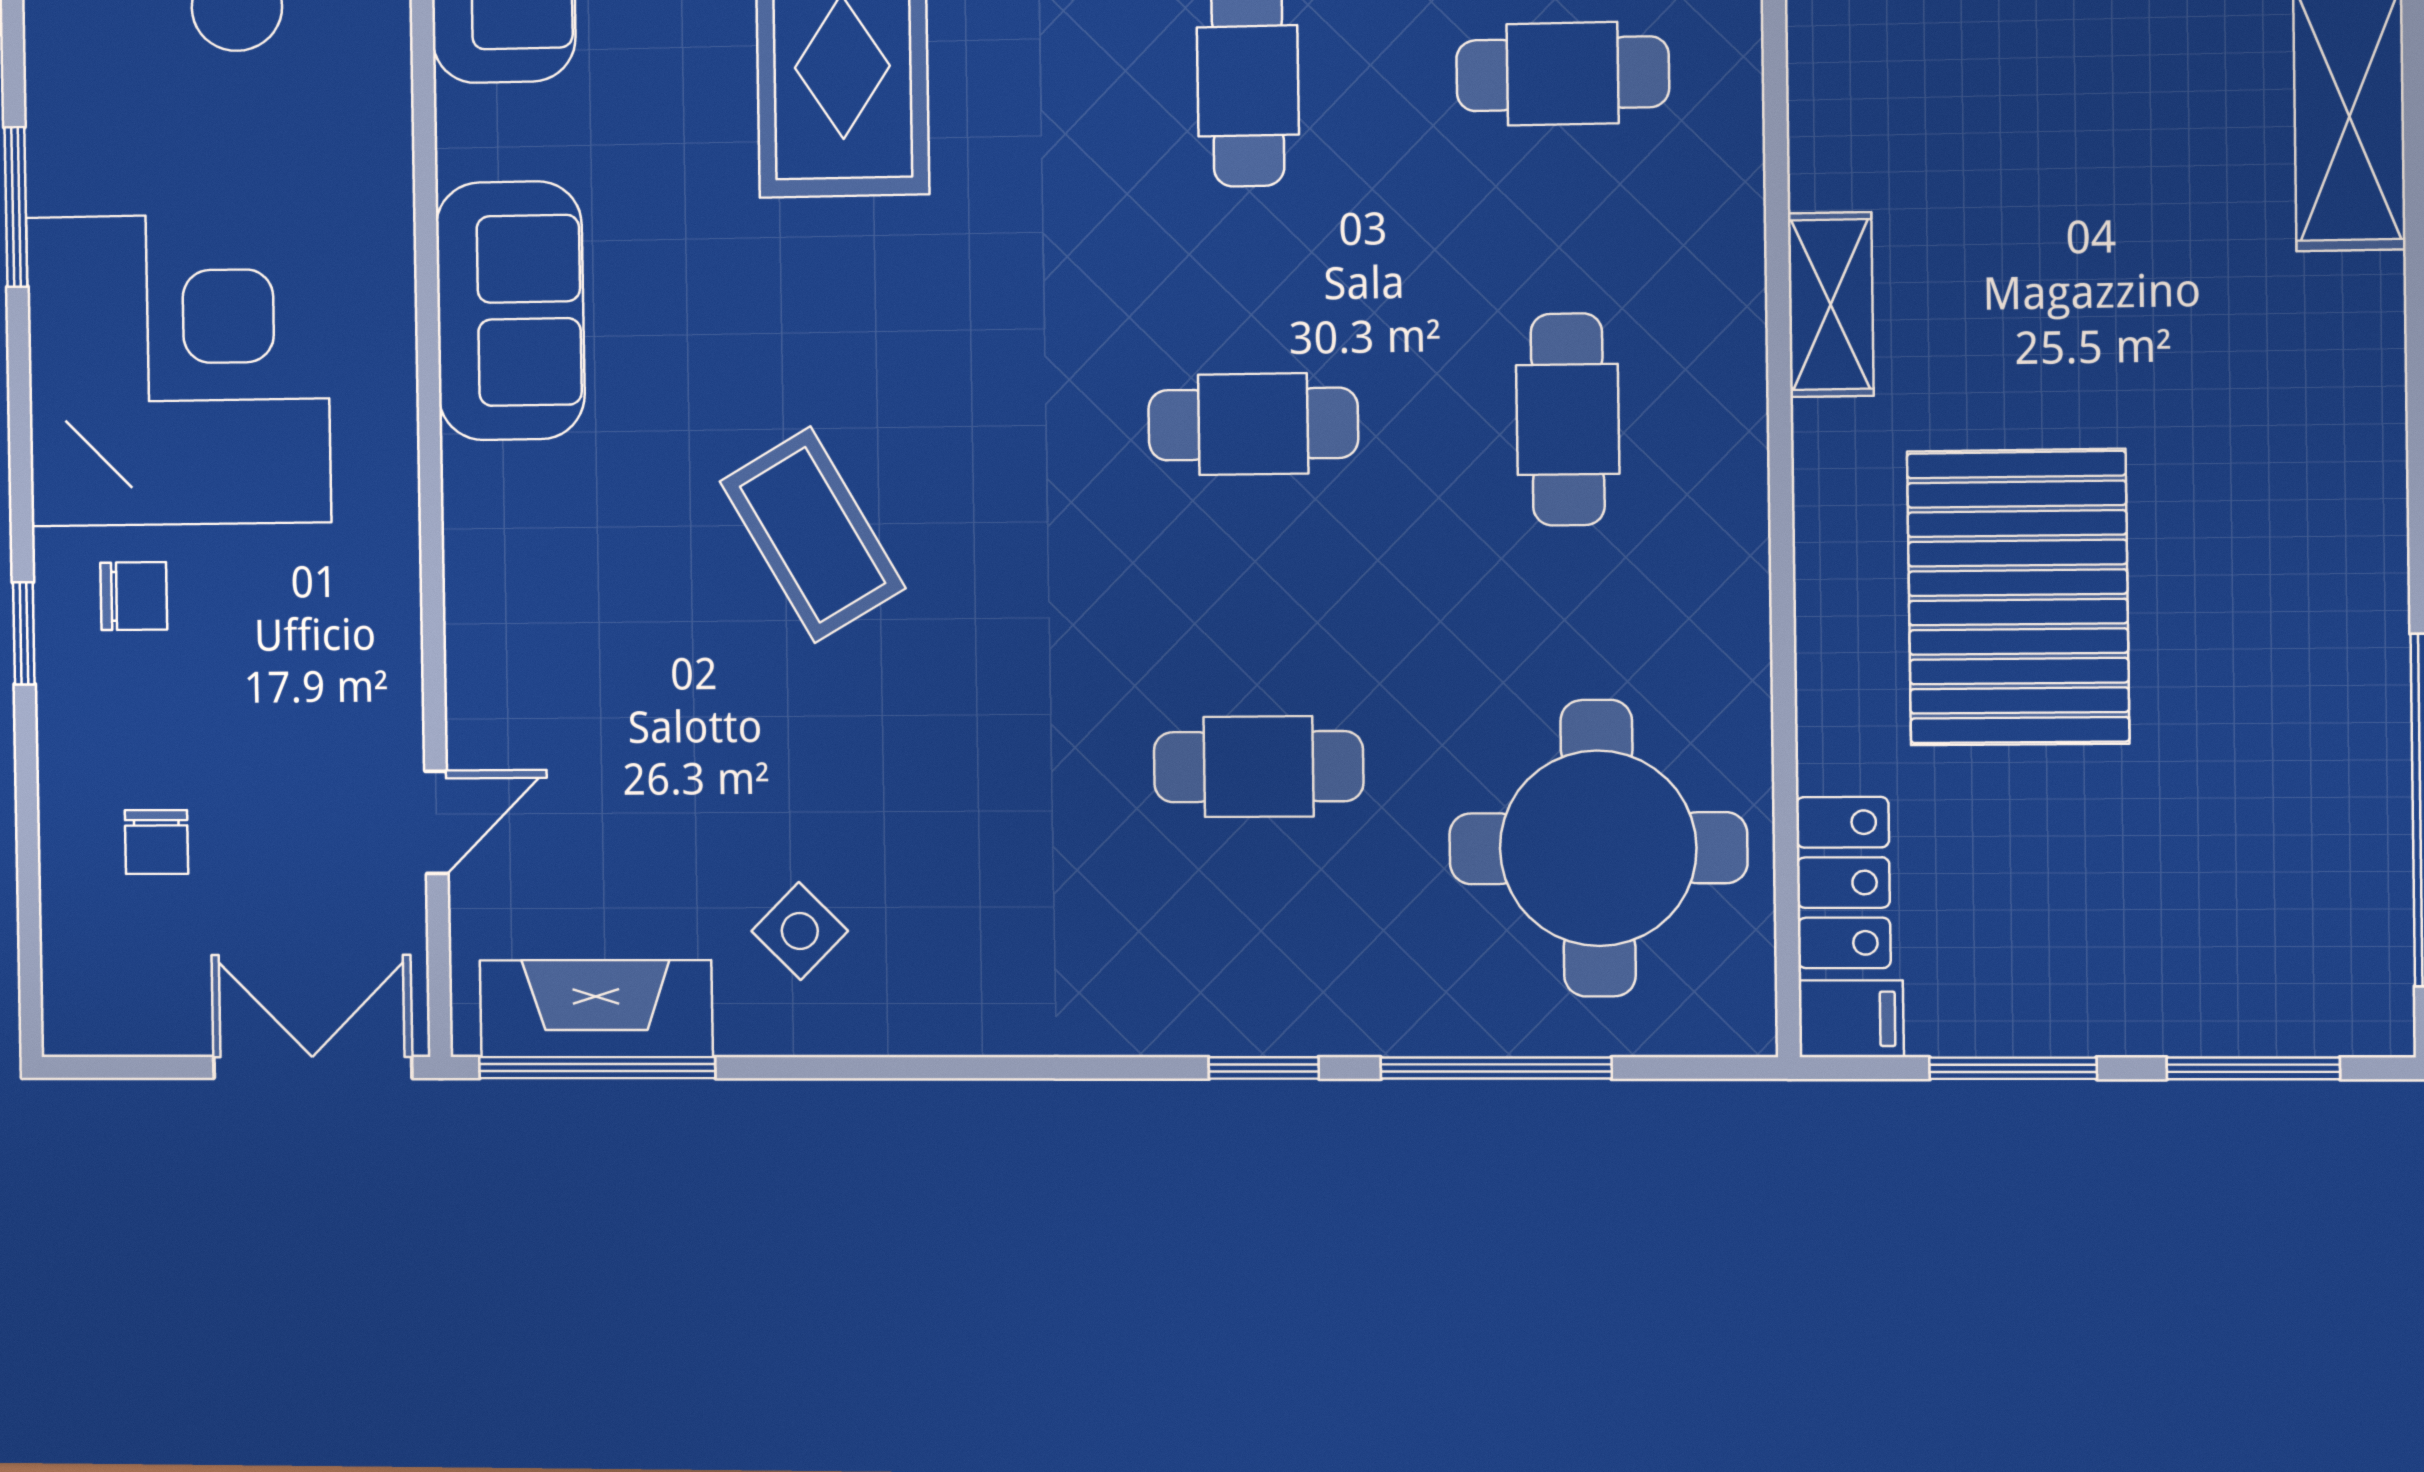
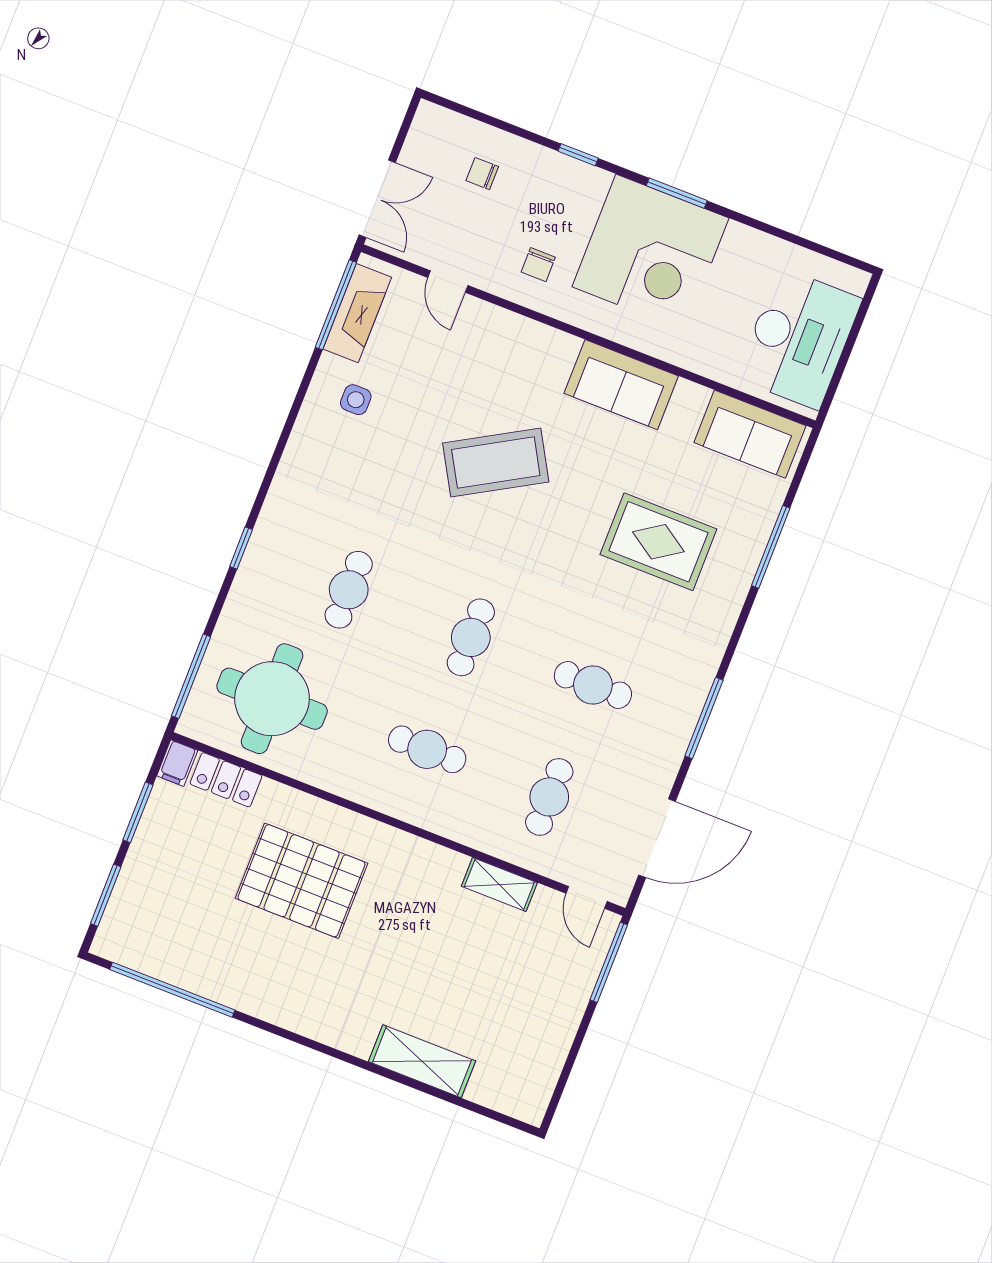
window: (16, 207) -> (677, 193), moved
shelving: (1831, 305) -> (499, 885), moved
coffee table: (813, 535) -> (496, 462), width x1.36, depth x1.32
chair: (134, 596) -> (538, 265), moved
side table: (800, 931) -> (356, 400), turned 45
window: (1496, 1068) -> (191, 676), moved

